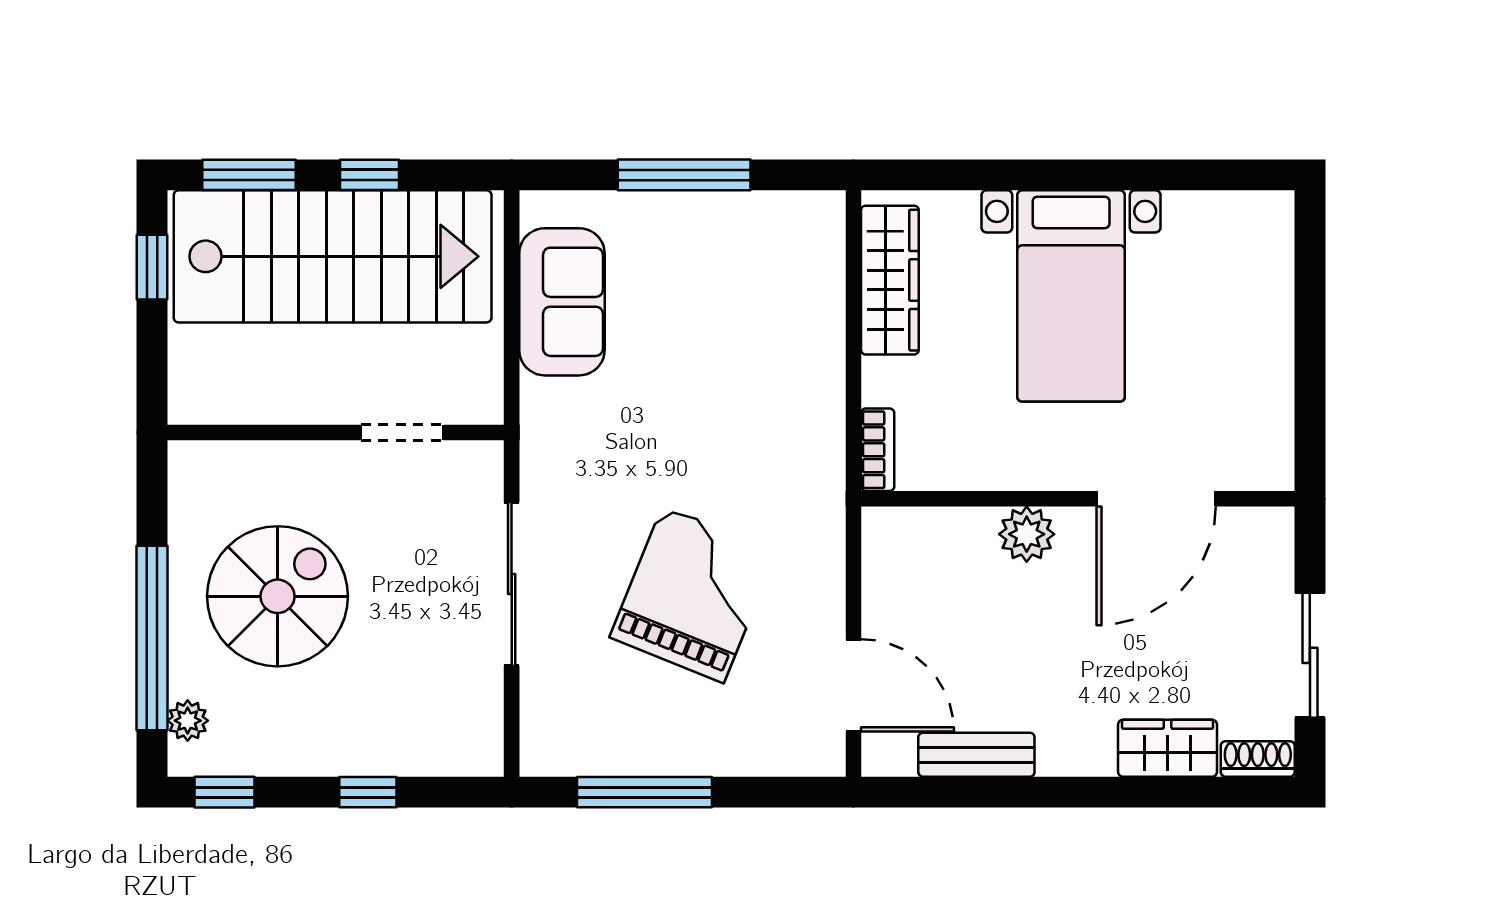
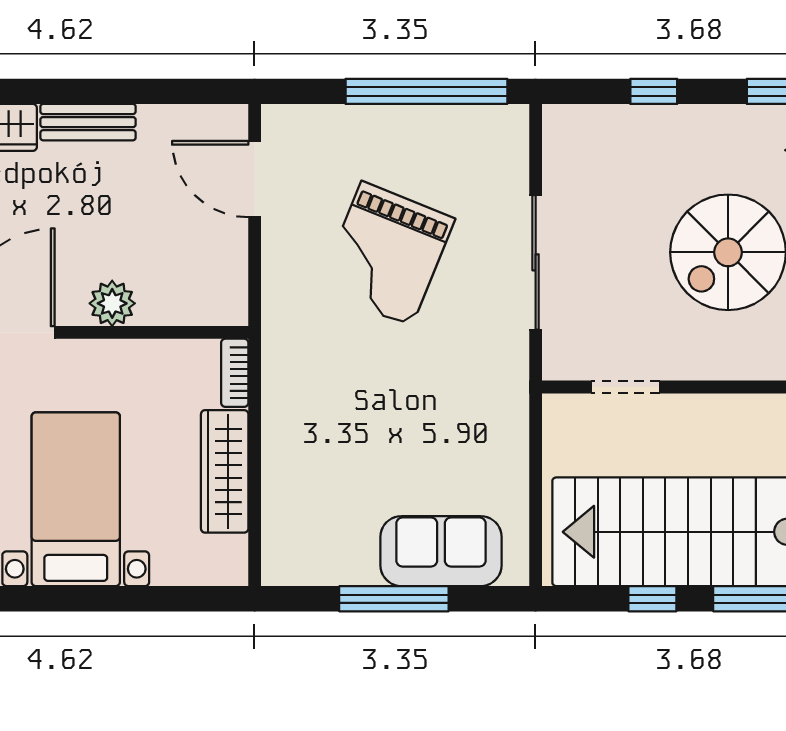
wardrobe: (890, 280) -> (225, 471), moved
sofa: (562, 302) -> (441, 551), moved, turned 90
bench: (976, 755) -> (88, 122), moved
window: (644, 792) -> (426, 91), width x1.46

